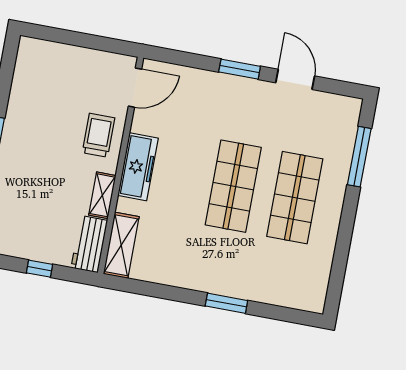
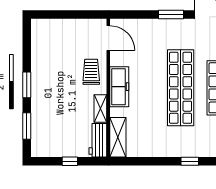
door: (135, 88) -> (108, 38), hinge flipped
shop shelf: (233, 186) -> (181, 88), width x1.40
window: (226, 303) -> (190, 161), width x0.67

